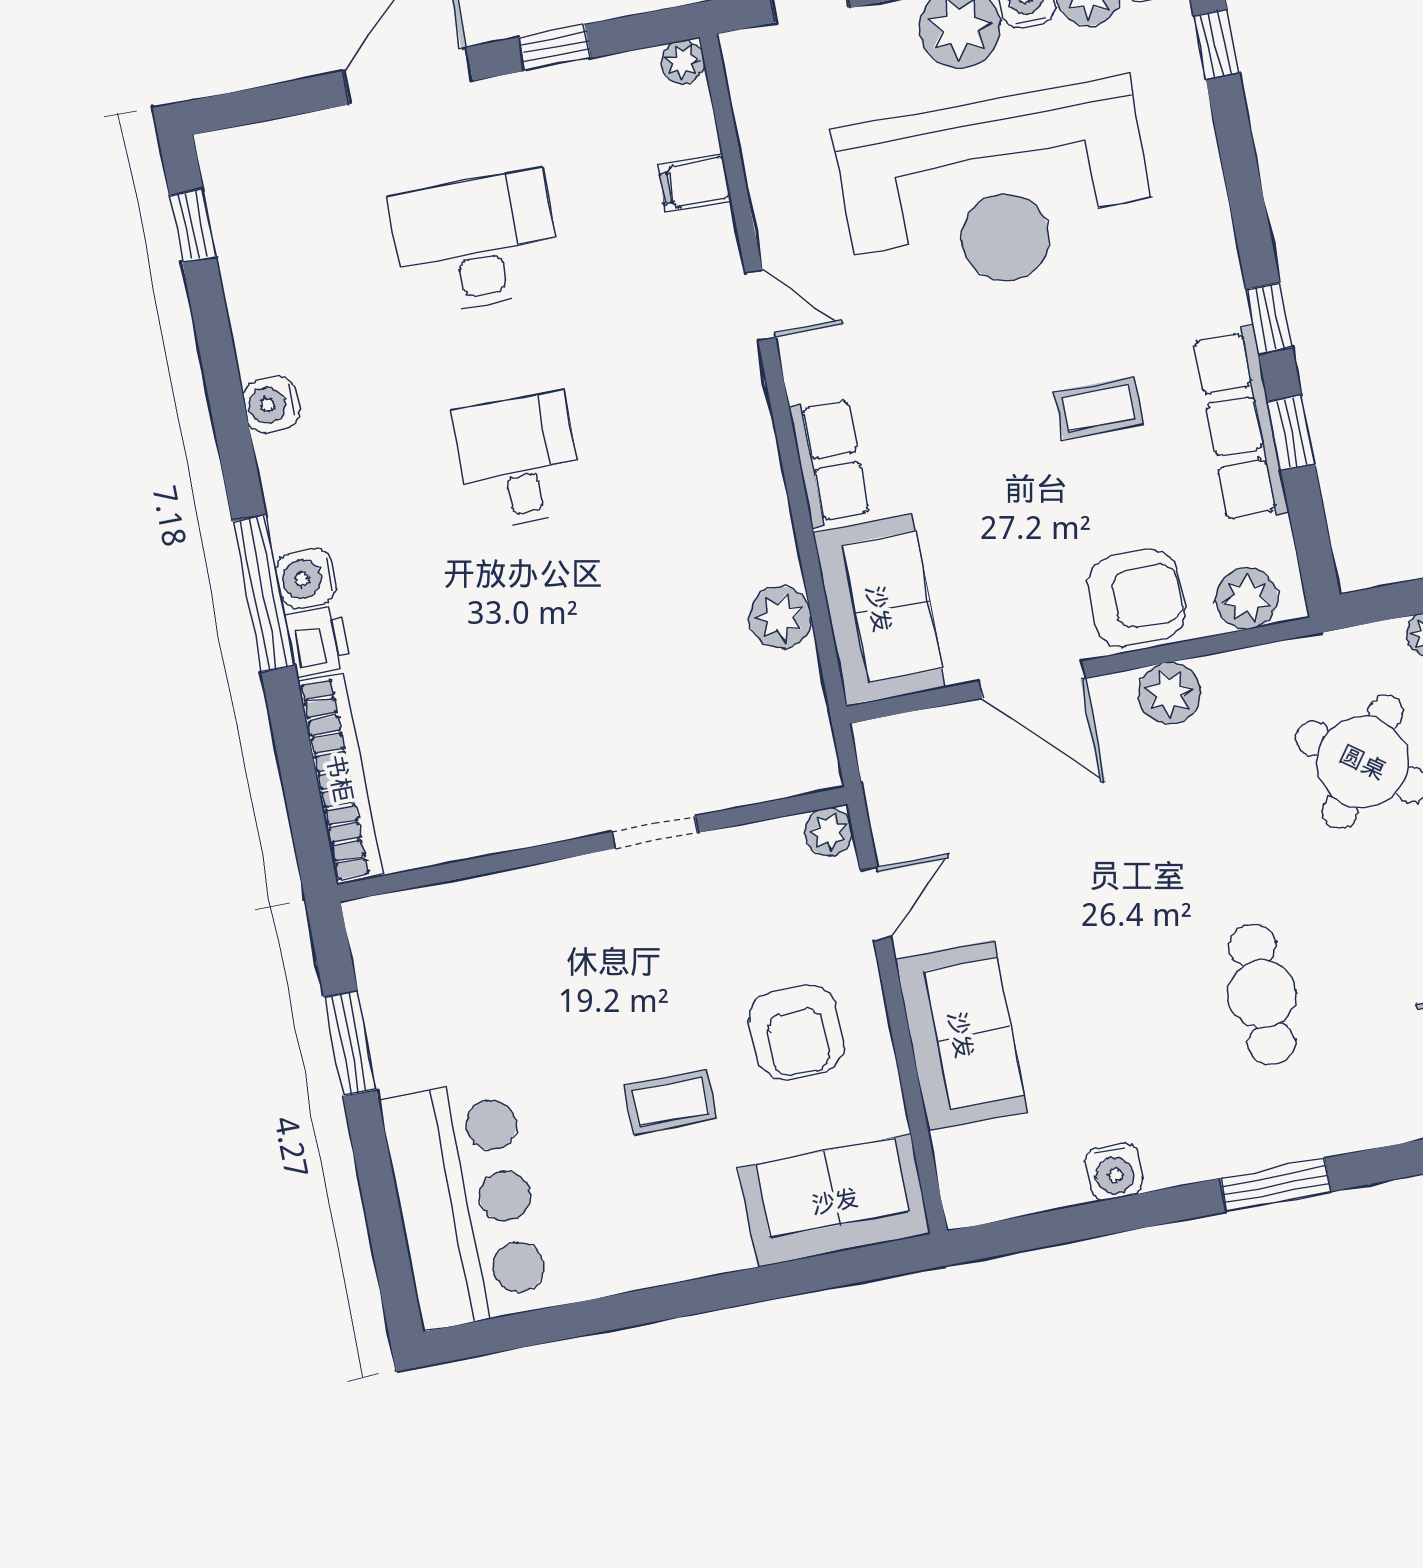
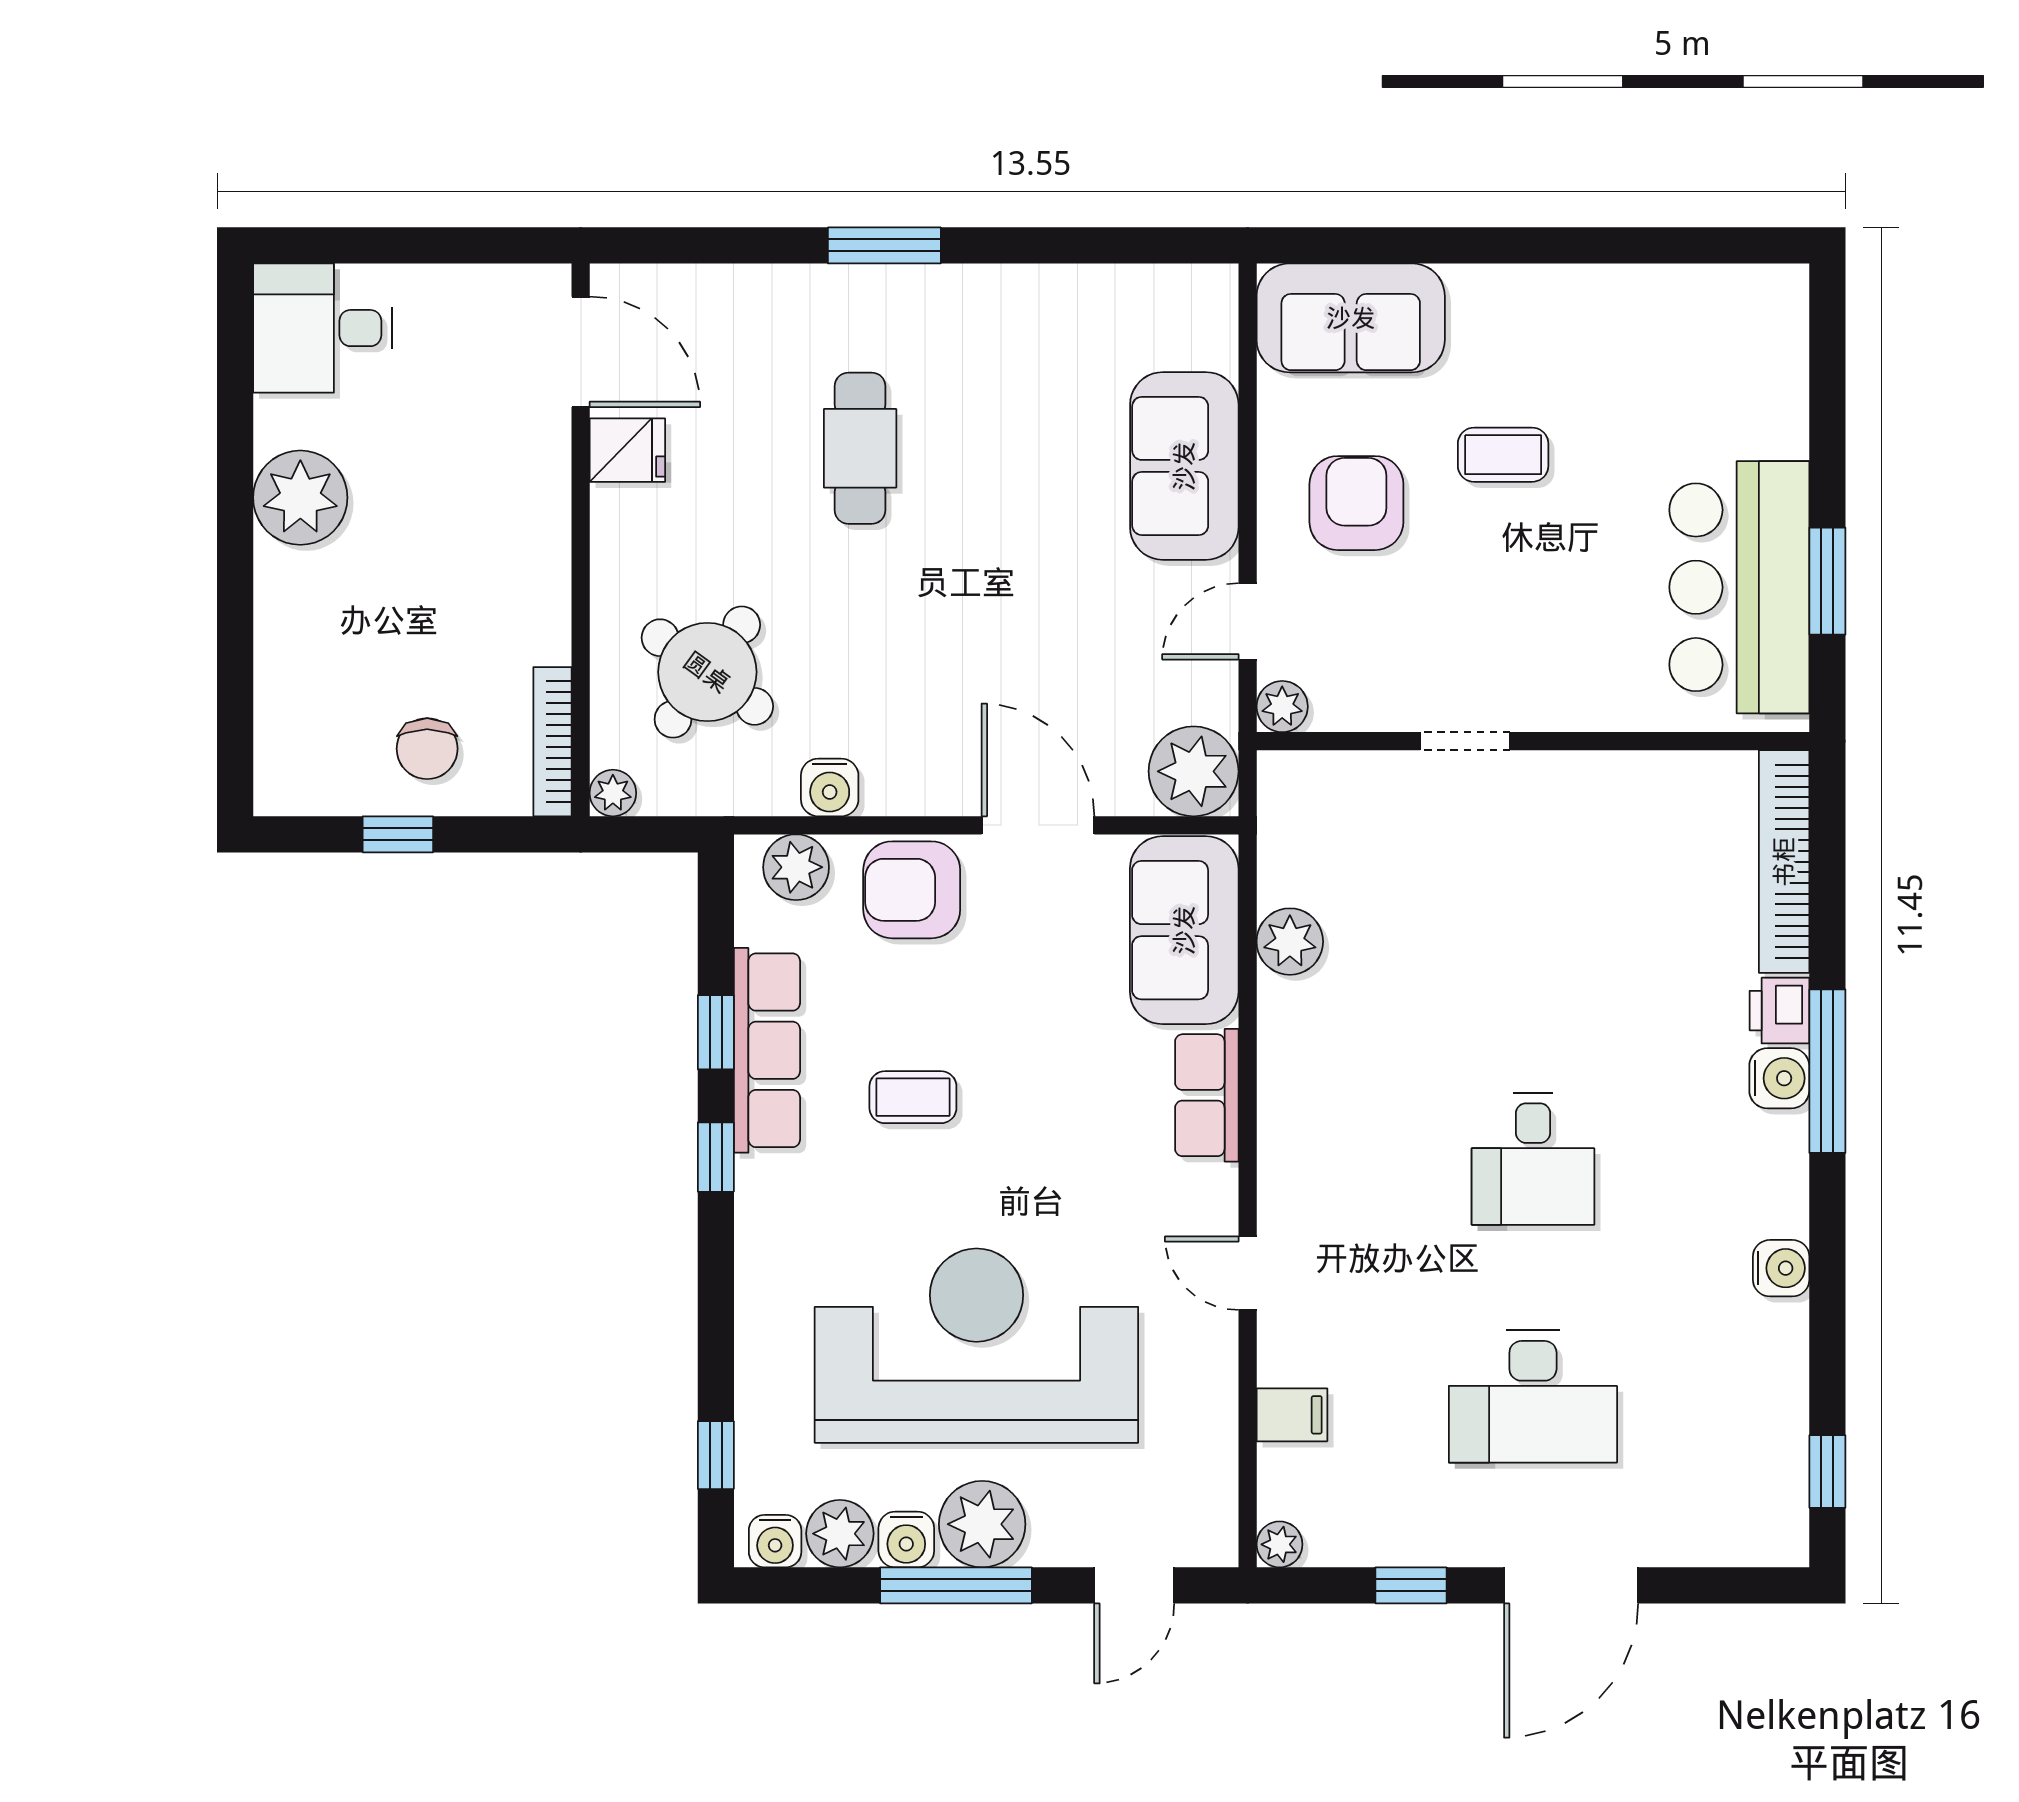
plant: (1170, 693) -> (1194, 771), moved, width x1.36, depth x1.36
water cooler: (1114, 1171) -> (830, 787), moved, turned 180
bar counter: (465, 1204) -> (1739, 587), moved

